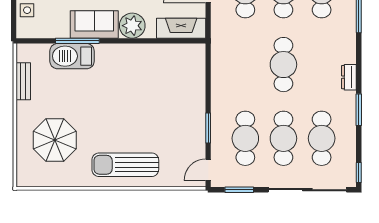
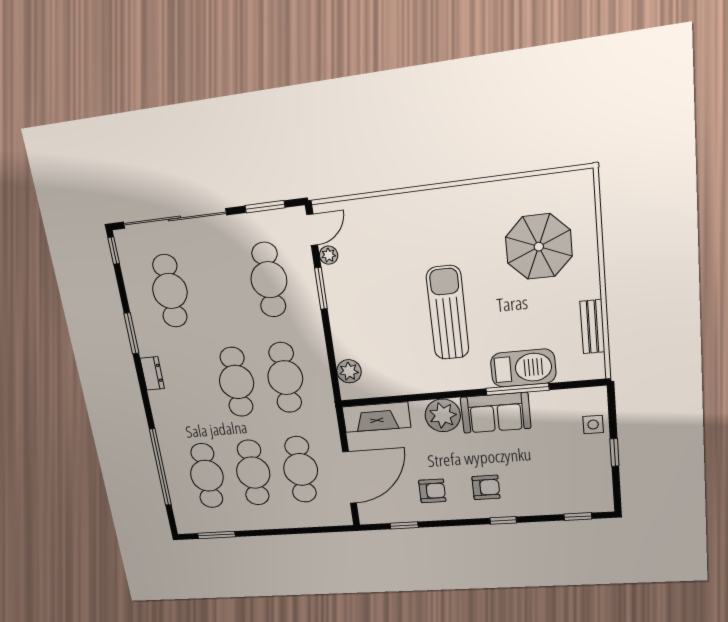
plant: (197, 65) -> (349, 371), added
cafe table: (283, 138) -> (285, 378), moved
plant: (199, 151) -> (329, 255), added
sun lounger: (125, 165) -> (448, 313), moved, turned -90

